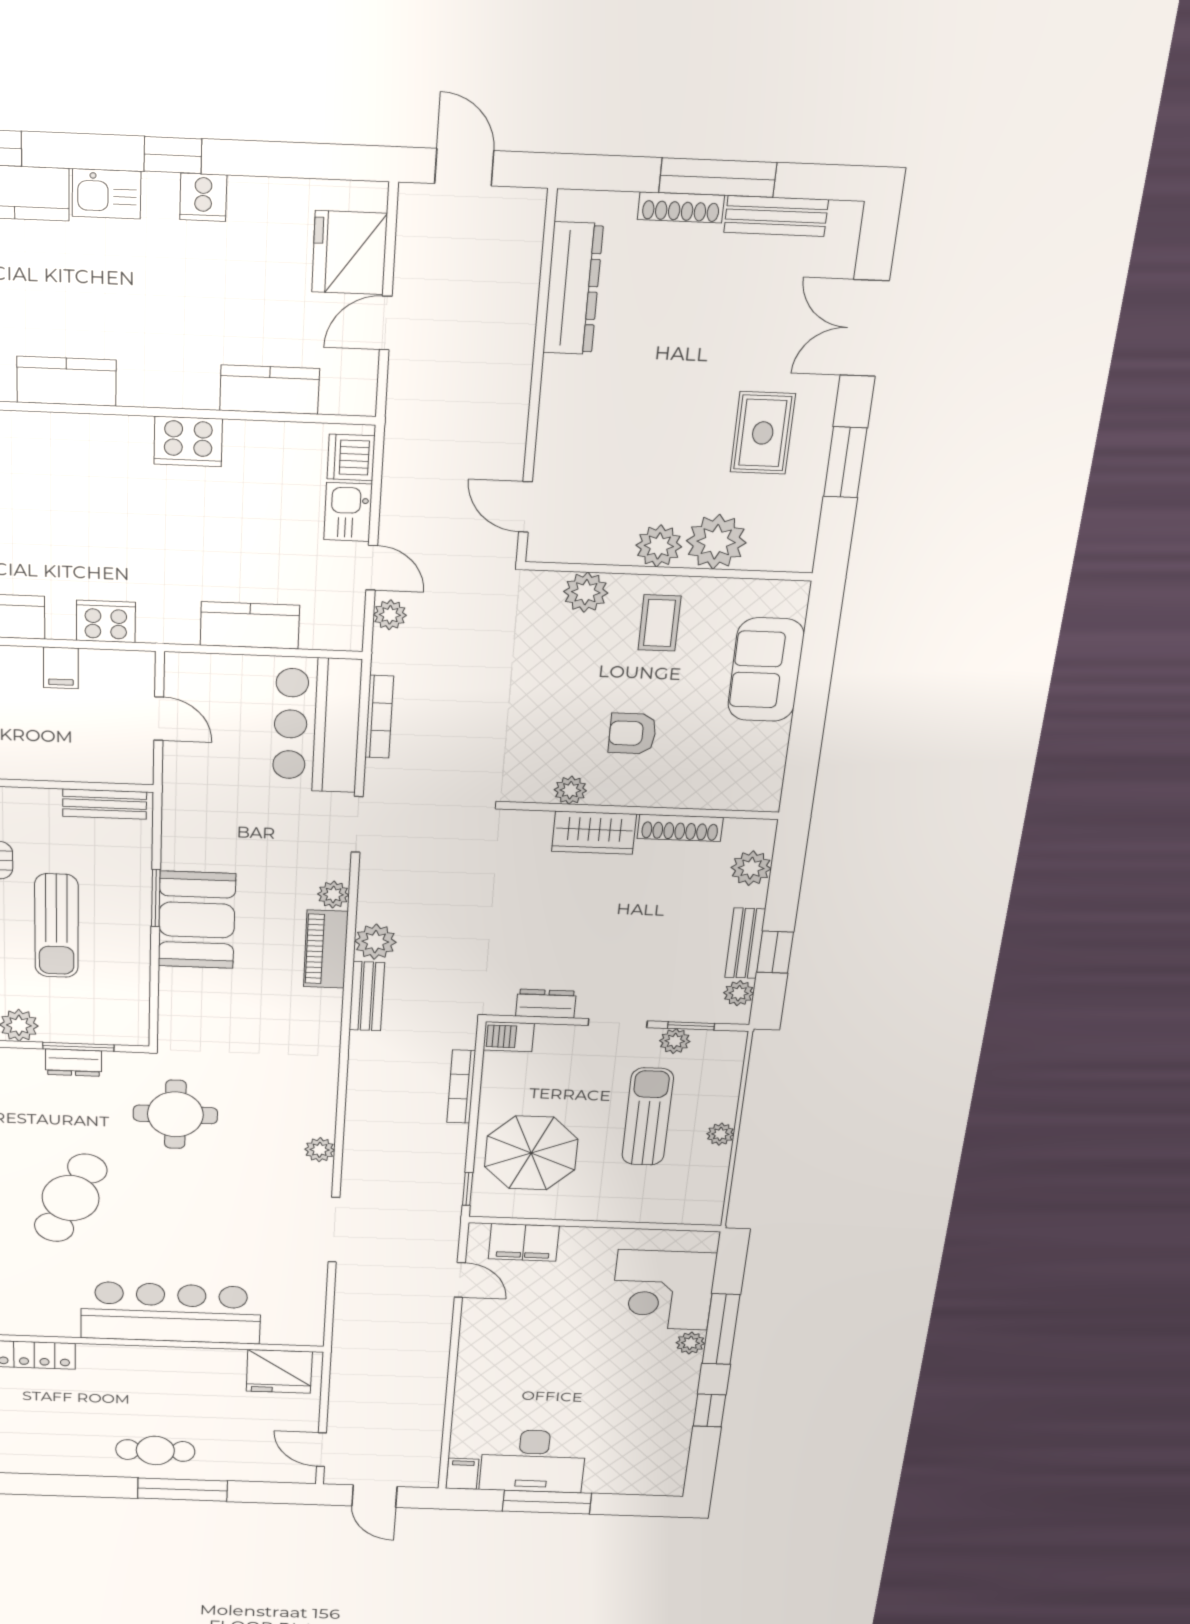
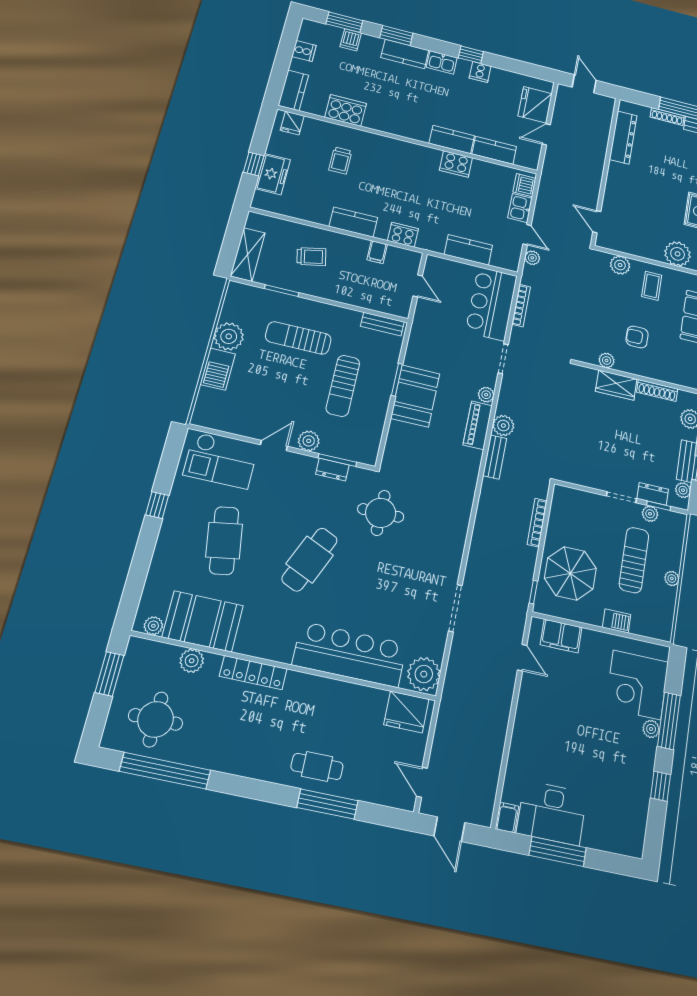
kitchen counter: (66, 381) -> (452, 140), moved
plant: (659, 546) -> (653, 251), removed
dresser: (546, 1004) -> (653, 494), moved
barbecue: (509, 1037) -> (617, 621), moved, turned 180
plant: (320, 1150) -> (424, 674), moved, width x1.88, depth x1.88

